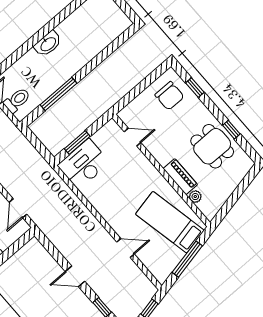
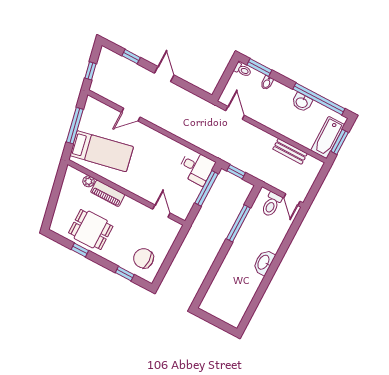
door: (132, 137) -> (161, 211), swing flipped
window: (77, 142) -> (206, 188), width x1.44
window: (40, 148) -> (236, 172), added
desk: (84, 164) -> (196, 168), width x0.73
door: (75, 276) -> (164, 74), hinge flipped

